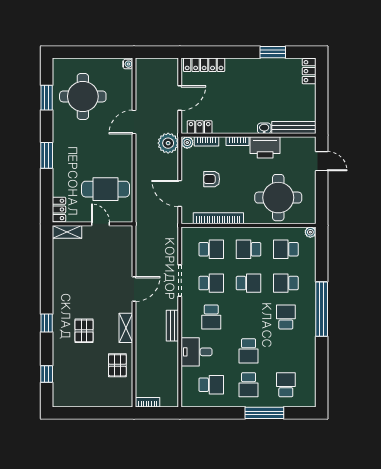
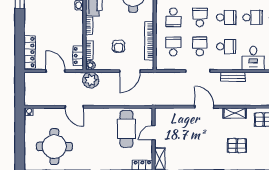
school desk: (249, 317) -> (226, 17), added

